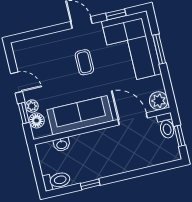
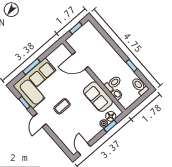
door: (17, 83) -> (84, 149), moved
plant: (159, 101) -> (62, 51), removed
sofa: (80, 115) -> (98, 97), width x0.73
door: (133, 119) -> (80, 61), hinge flipped
toilet: (166, 126) -> (113, 83), moved

